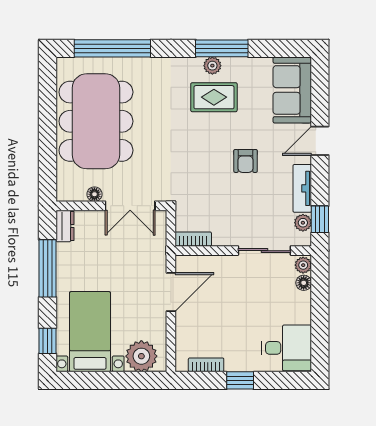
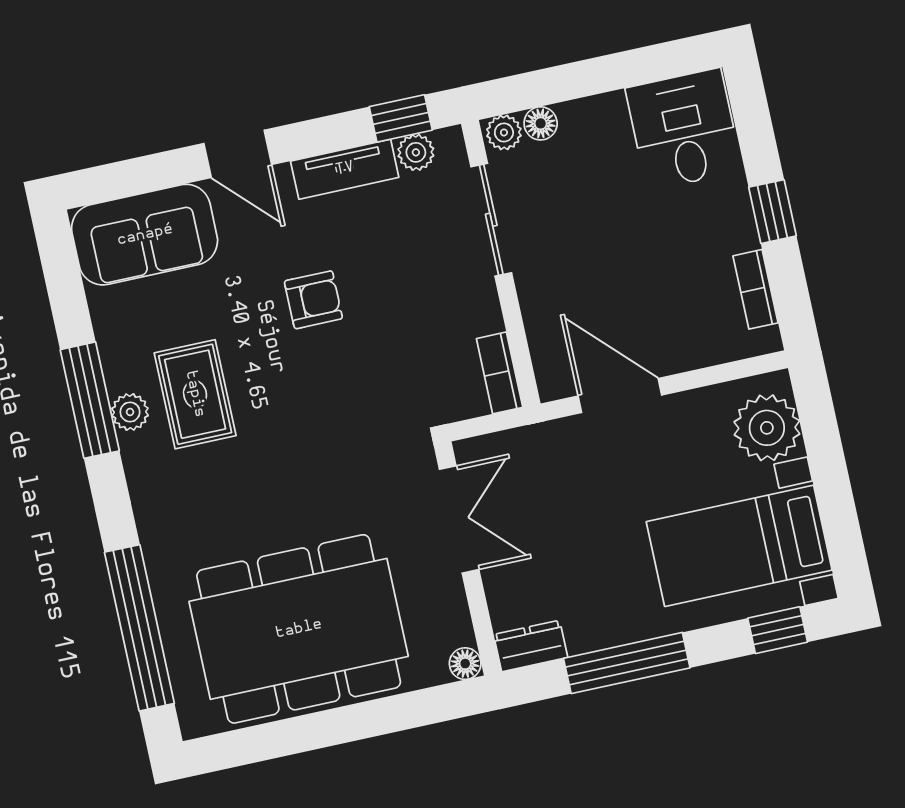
floor lamp: (94, 194) -> (465, 664), moved

